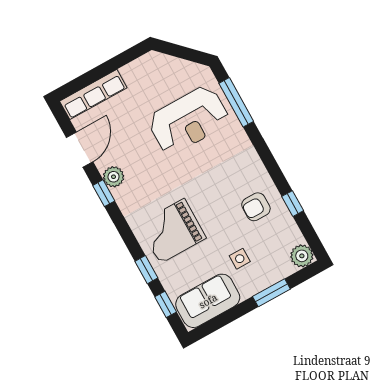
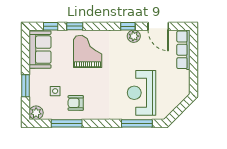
window: (293, 204) -> (67, 123), width x2.17
armchair: (256, 207) -> (76, 103), turned -90
side table: (240, 259) -> (55, 91), moved

